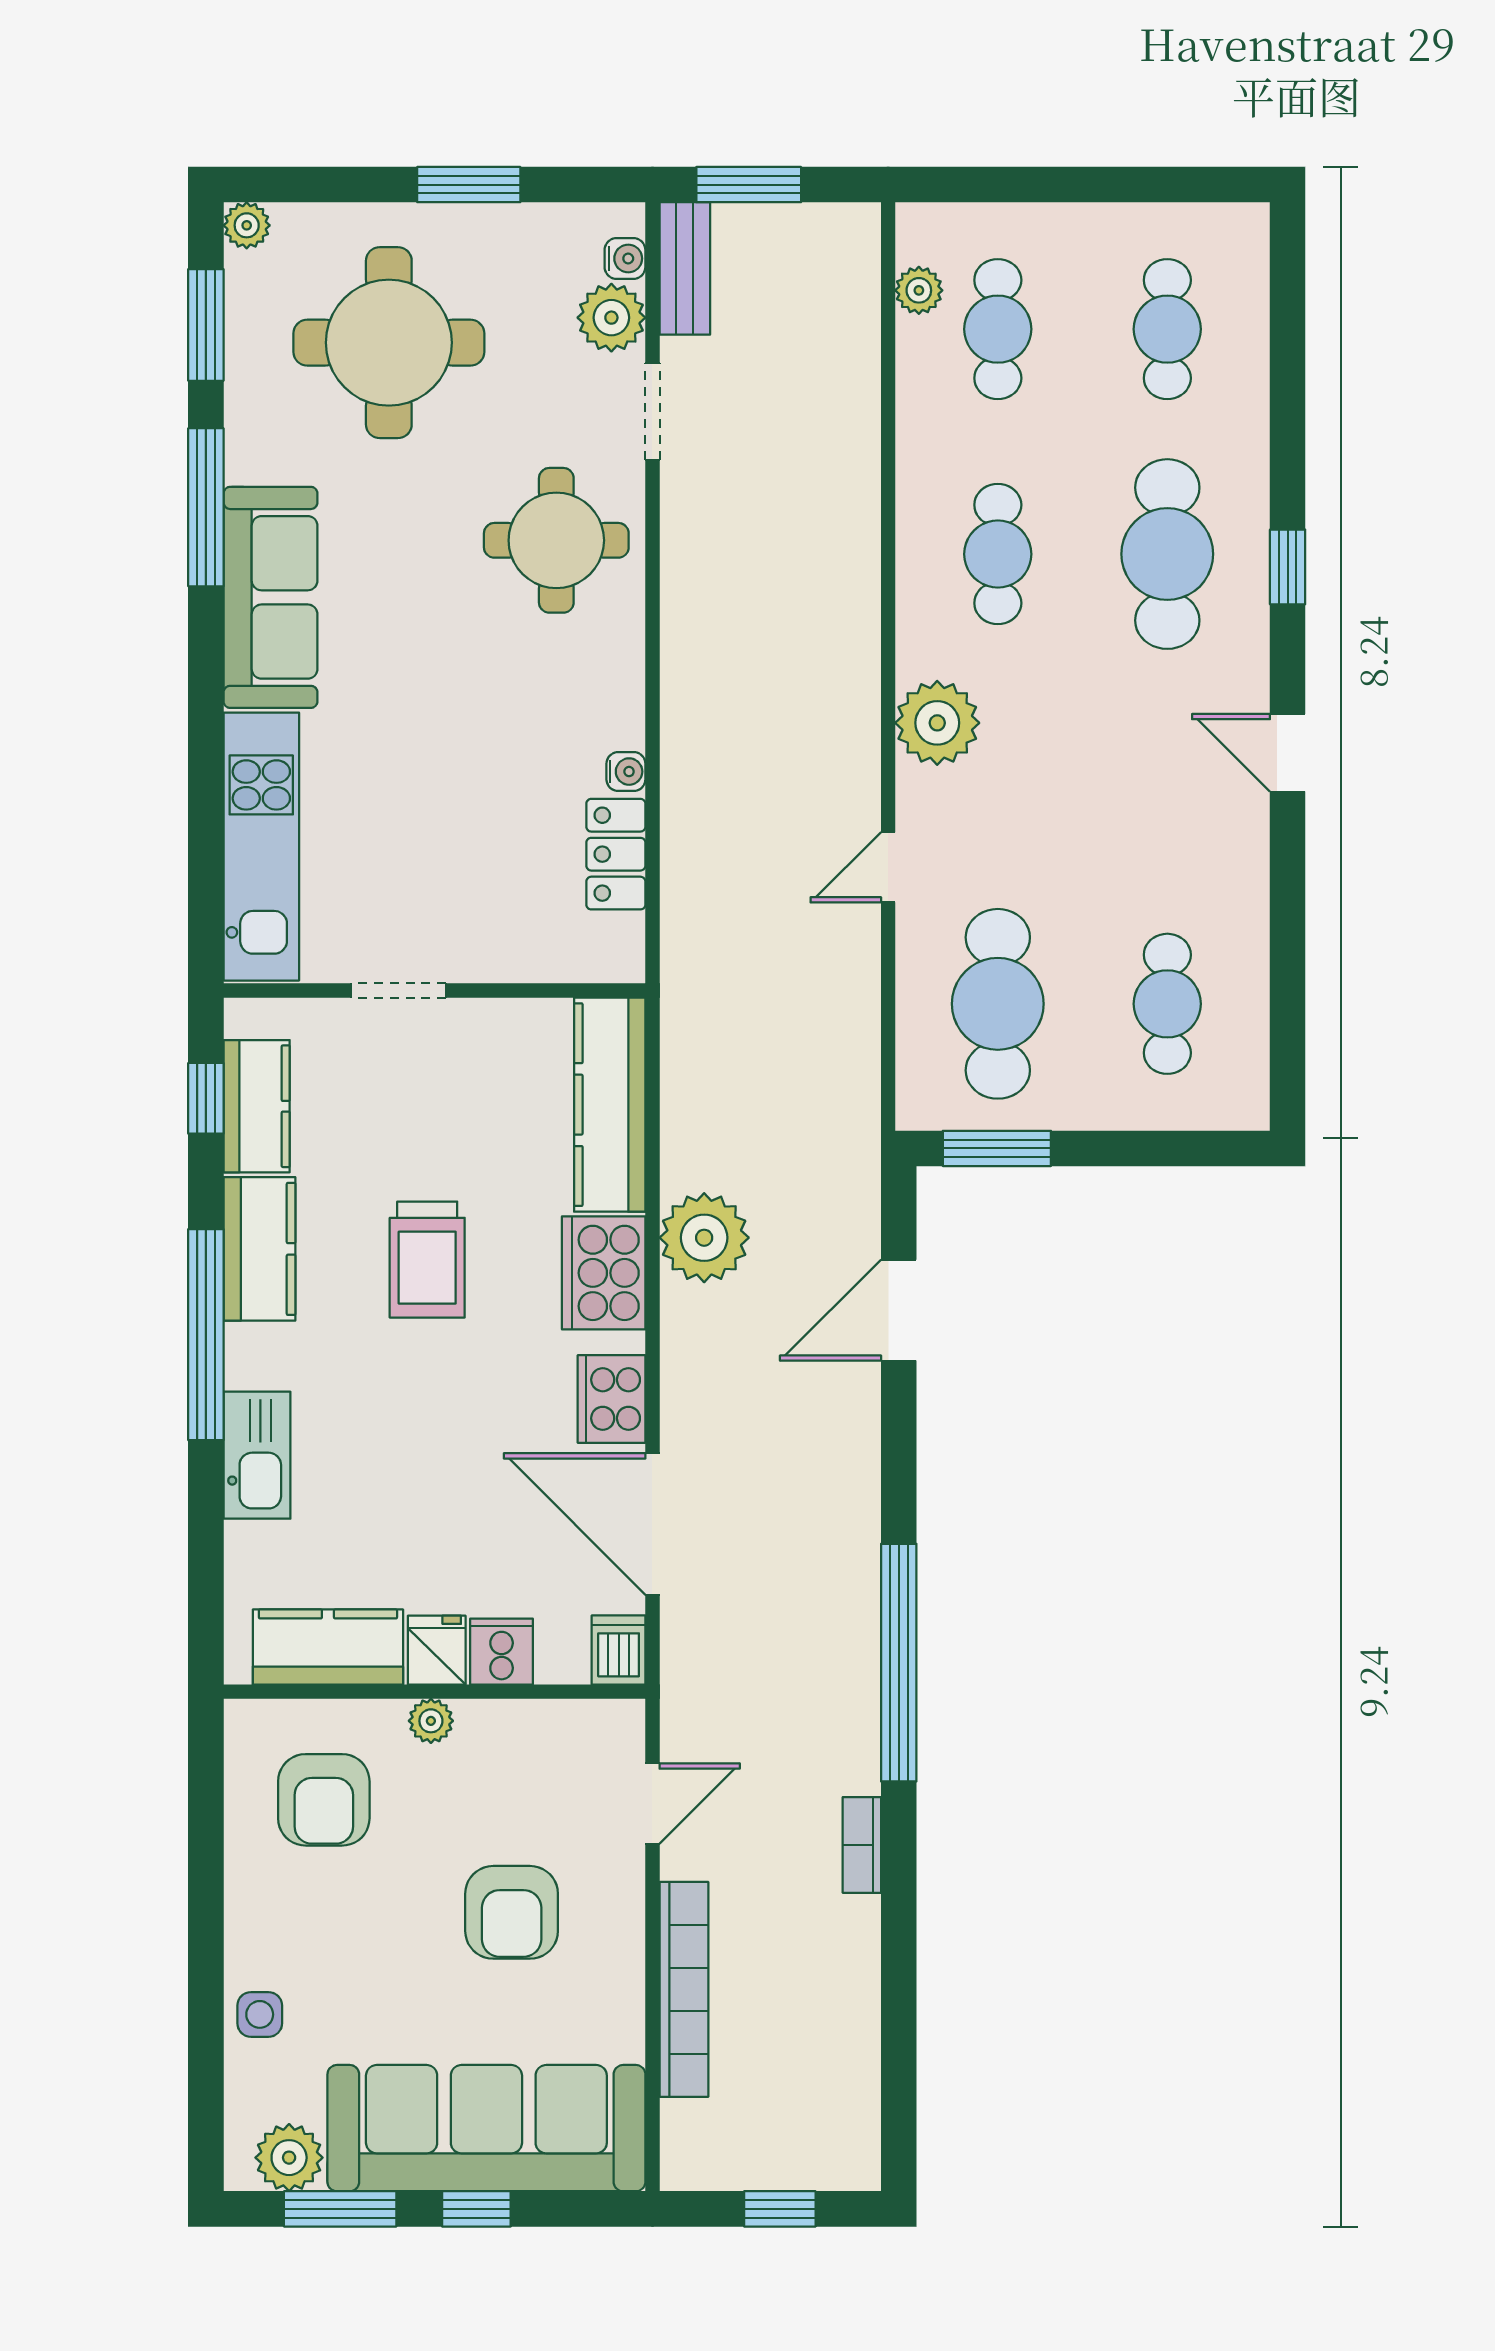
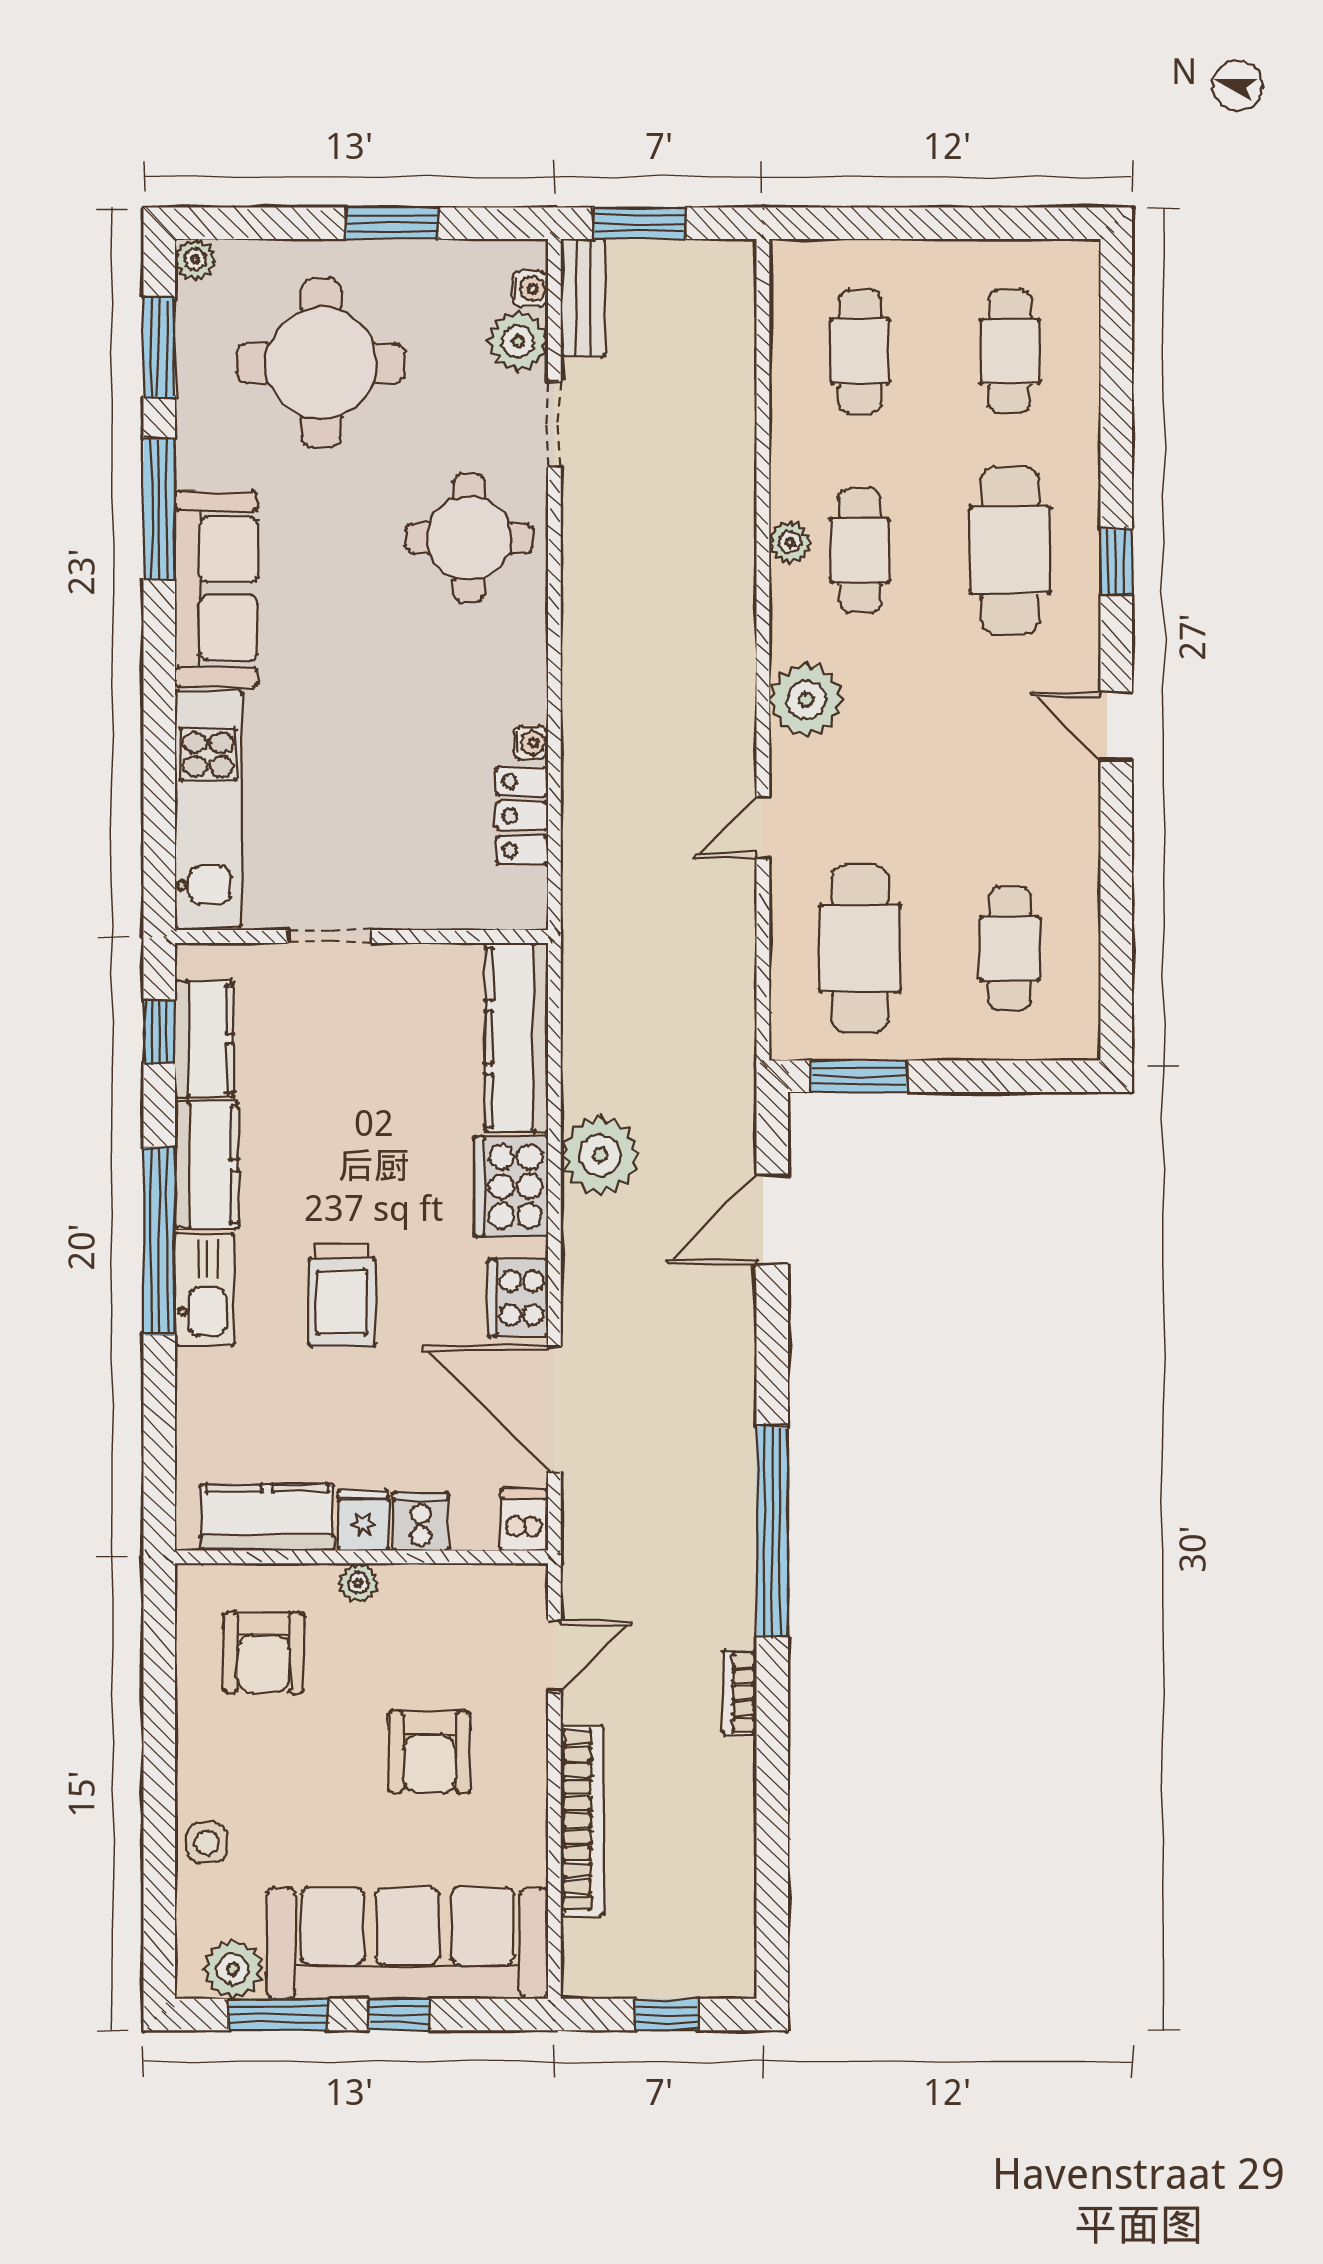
plant: (919, 290) -> (790, 542), moved
trolley: (427, 1260) -> (342, 1295), moved
kitchen sink: (257, 1455) -> (204, 1289), moved

